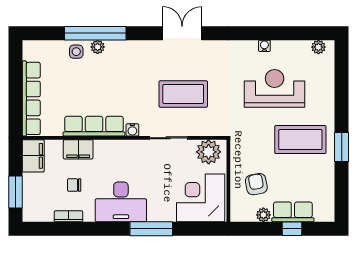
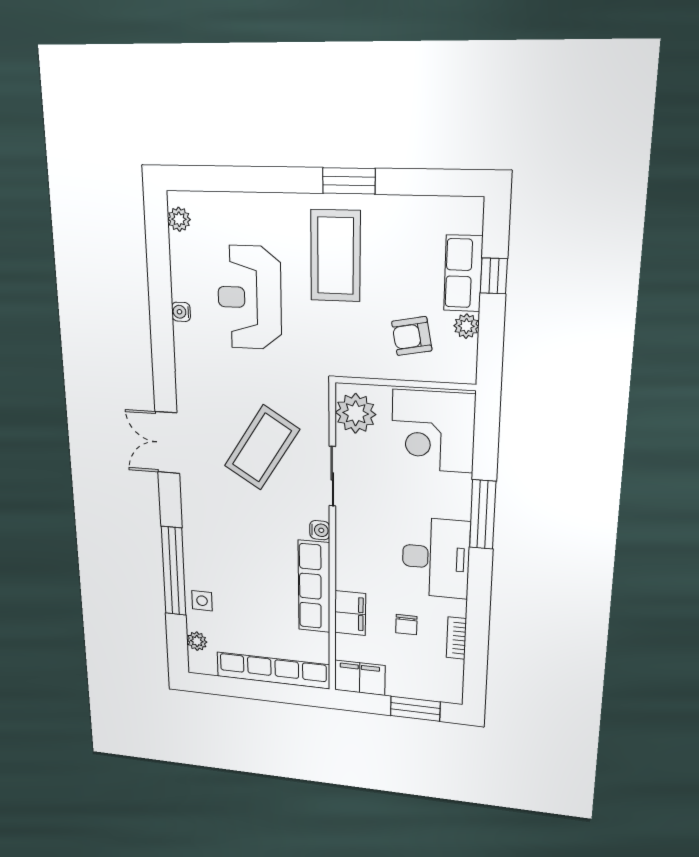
plant: (98, 47) -> (197, 641), moved
coffee table: (183, 94) -> (262, 448), turned 32

